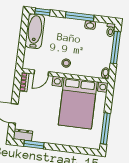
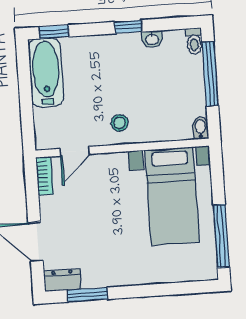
window: (80, 17) -> (128, 27), width x0.46
bed with nightstands: (78, 103) -> (172, 196), width x0.73

